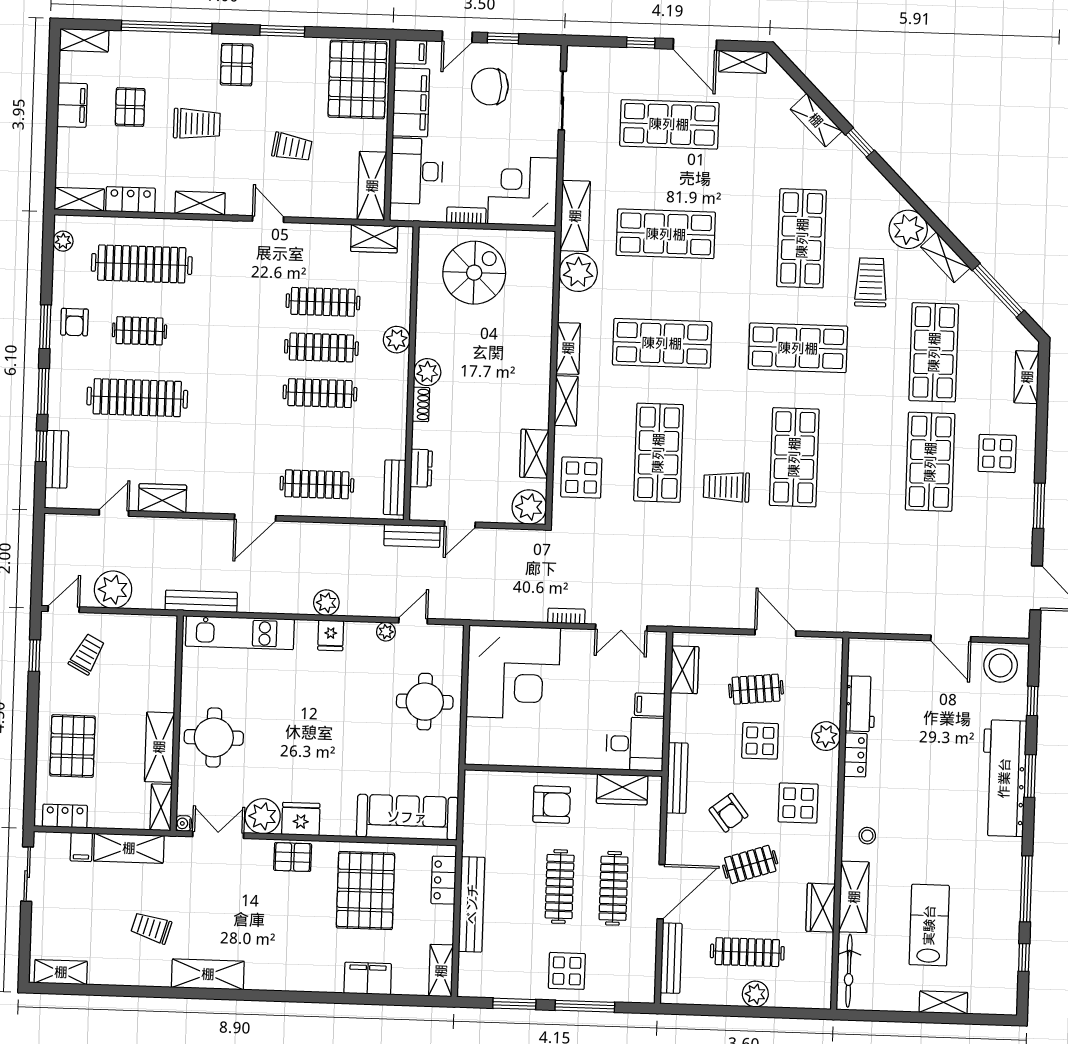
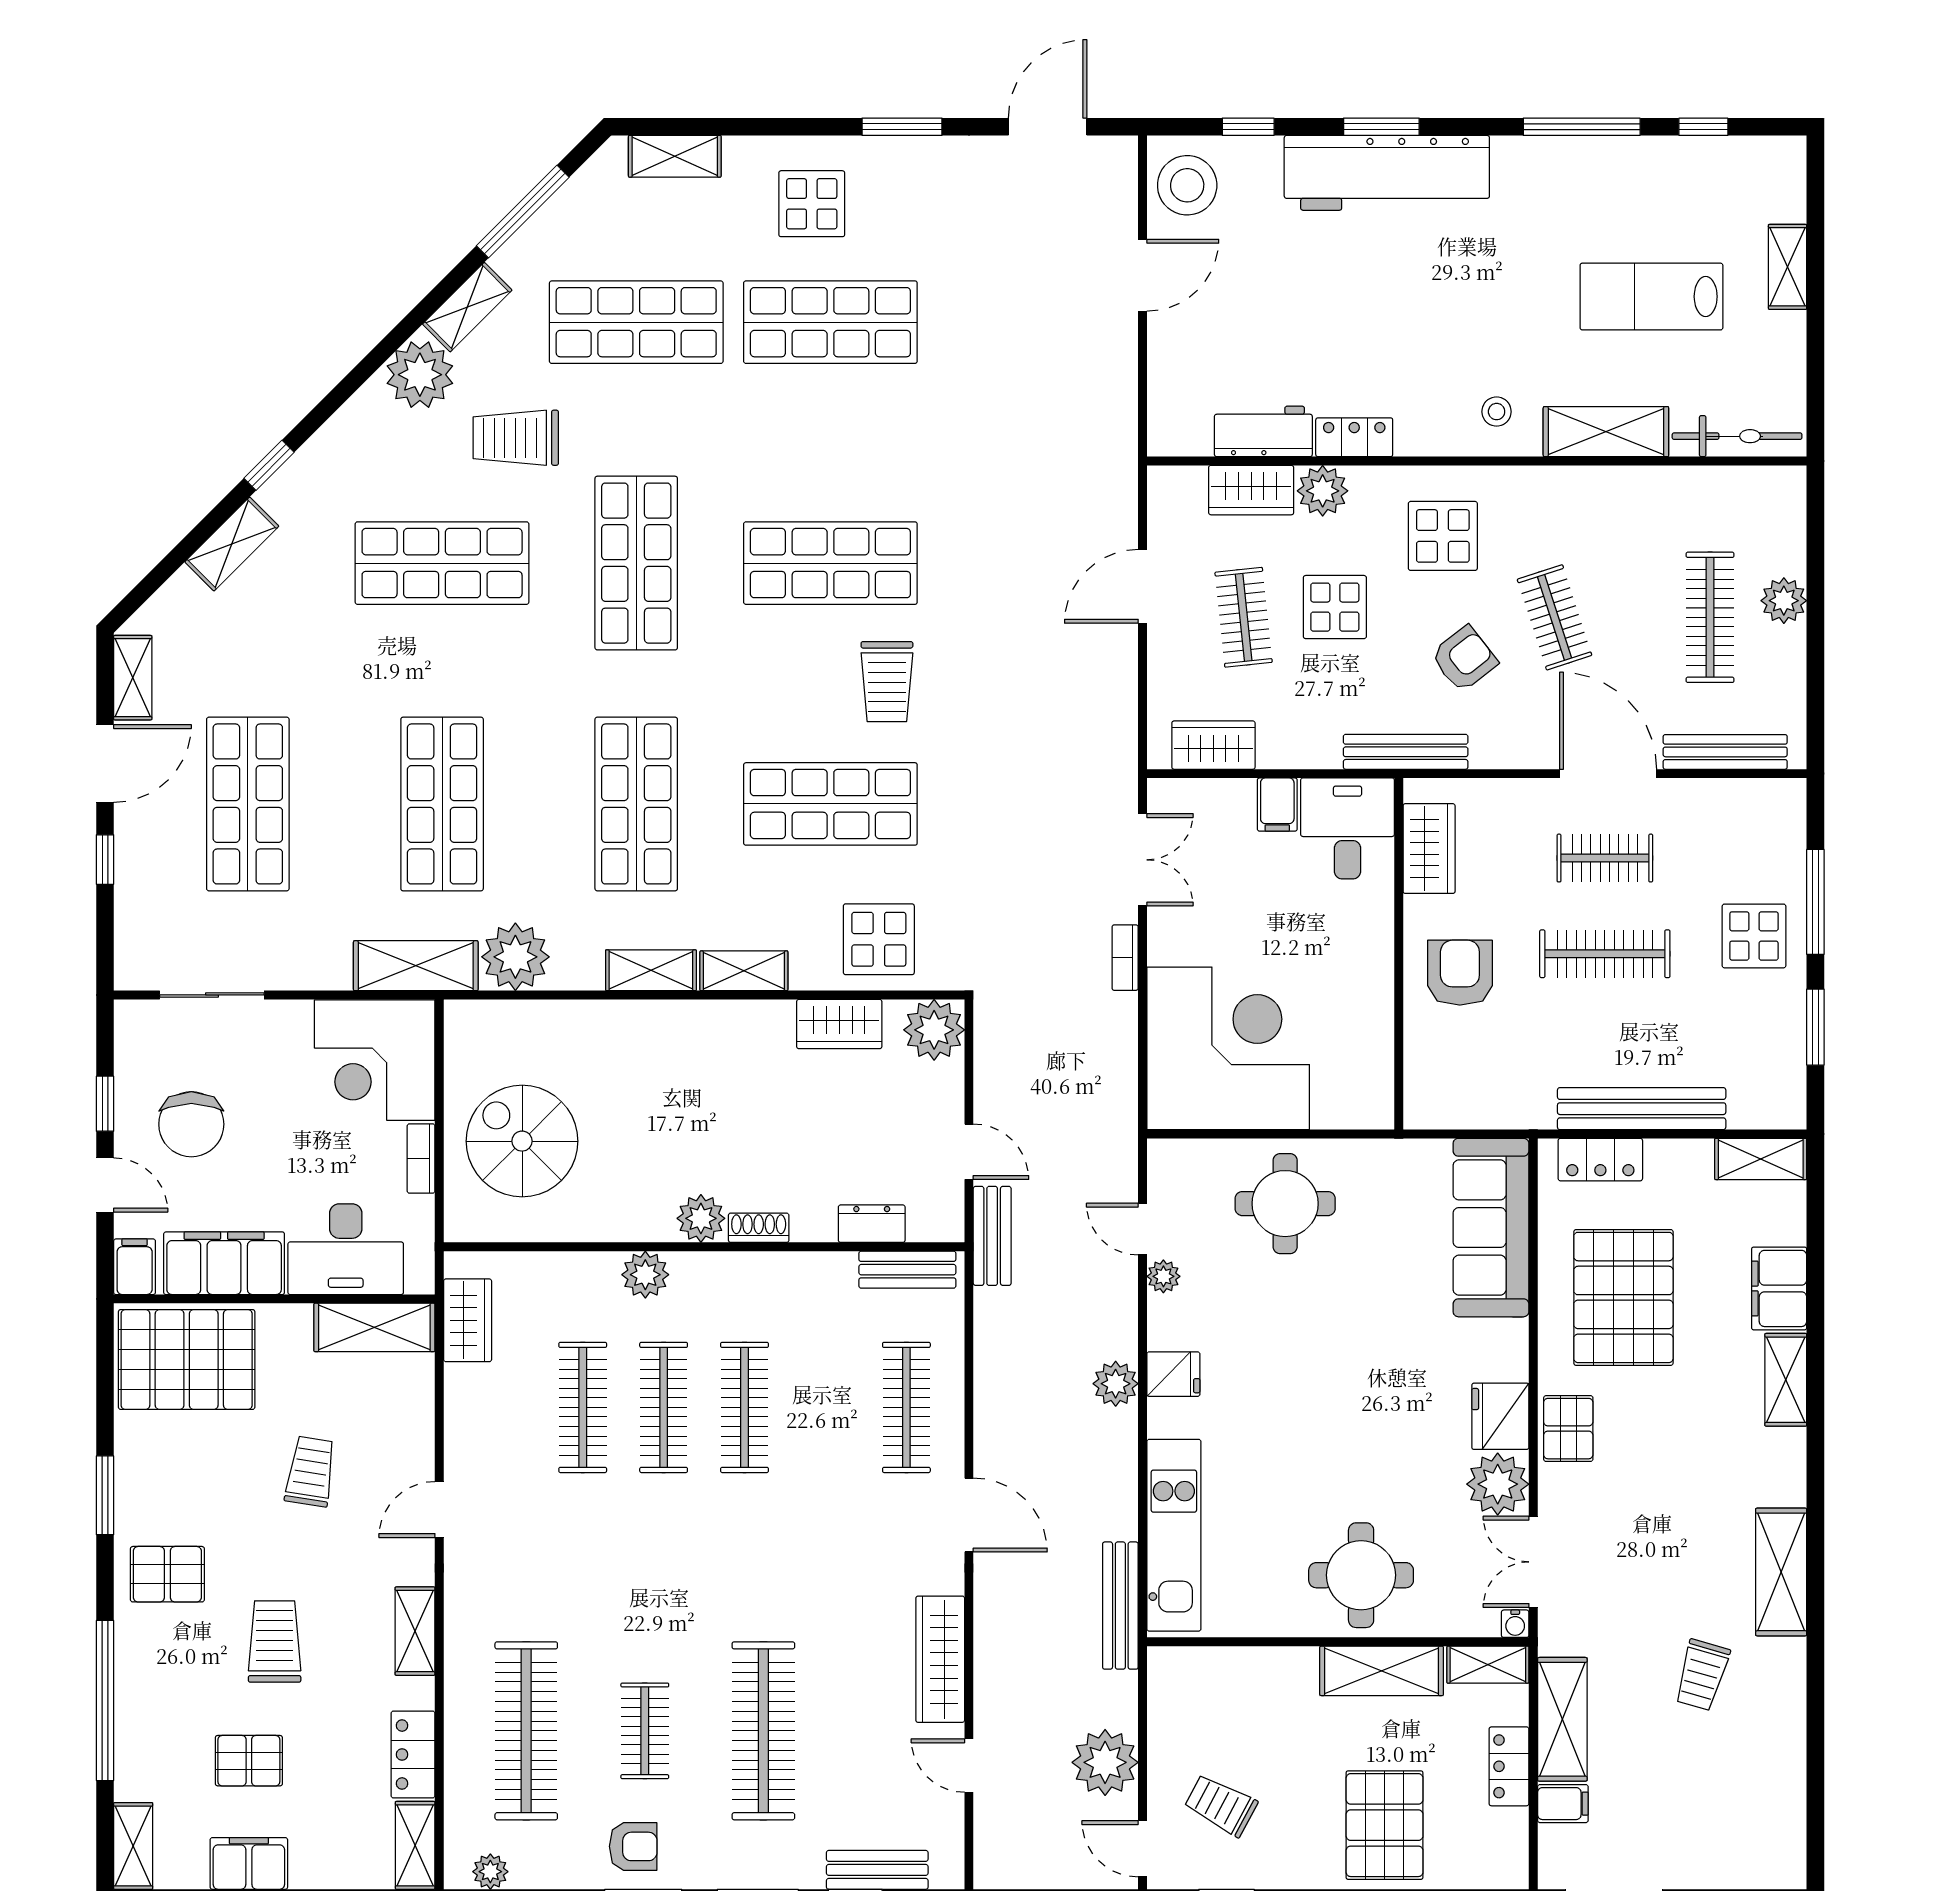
wardrobe: (162, 498) -> (940, 1659), width x1.50
pallet: (72, 746) -> (1385, 1825), turned 90
locker: (65, 816) -> (1509, 1766), moved
clothes rail: (614, 888) -> (1605, 858), width x0.73
pallet: (365, 891) -> (1623, 1297), turned 90
wardrobe: (821, 908) -> (1251, 490), moved
shelving: (61, 972) -> (1786, 1380), moved

